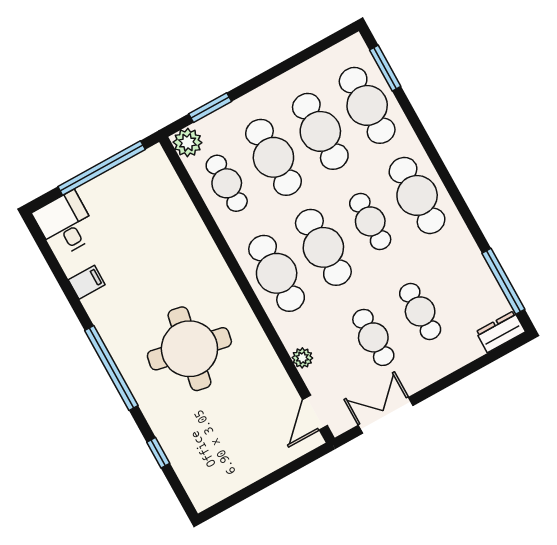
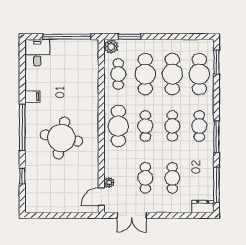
cafe table: (417, 195) -> (199, 126), width x0.73, depth x0.74
window: (457, 198) -> (216, 137), added
cafe table: (323, 247) -> (145, 126), width x0.73, depth x0.74
filing cabinet: (87, 282) -> (32, 97), moved
plant: (302, 358) -> (109, 182), moved
double door: (386, 415) -> (132, 215), swing flipped

